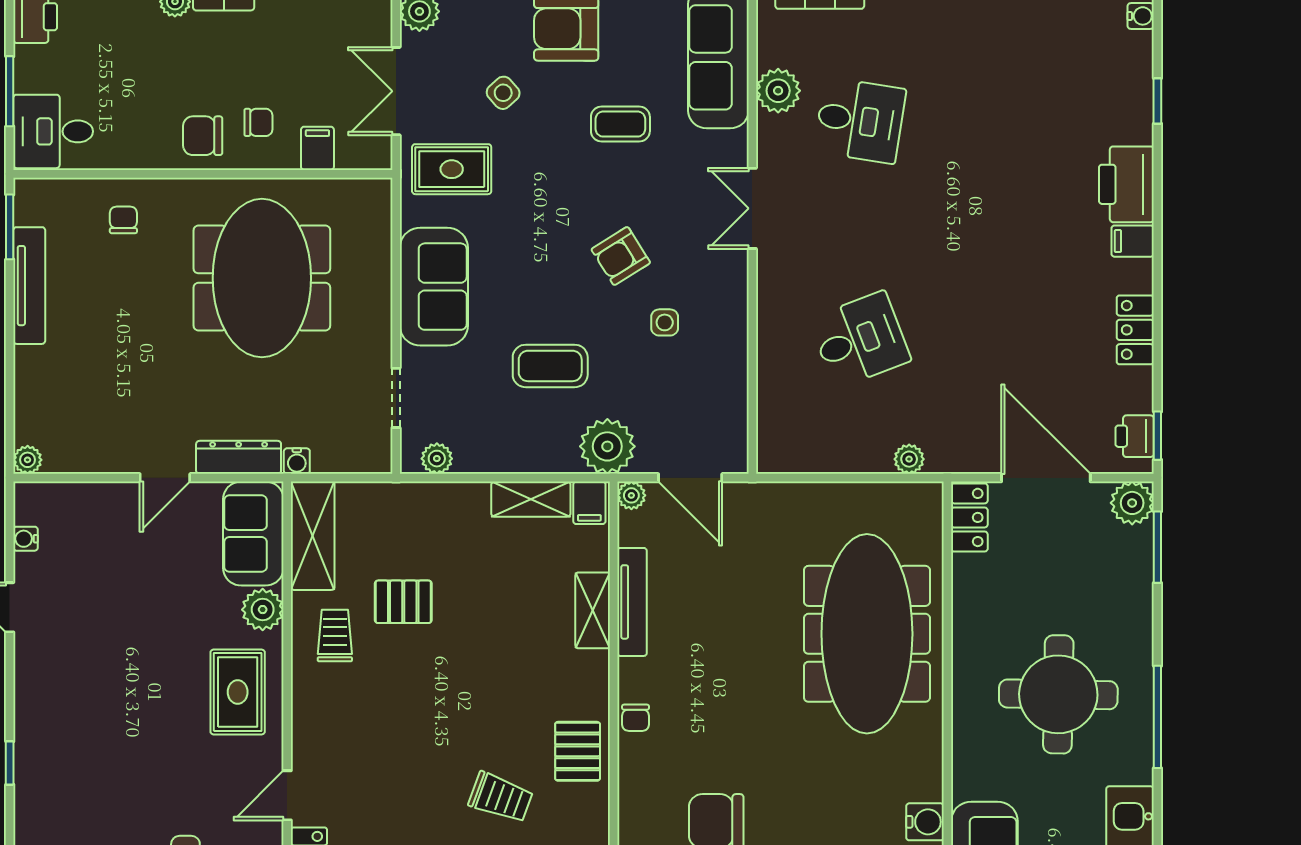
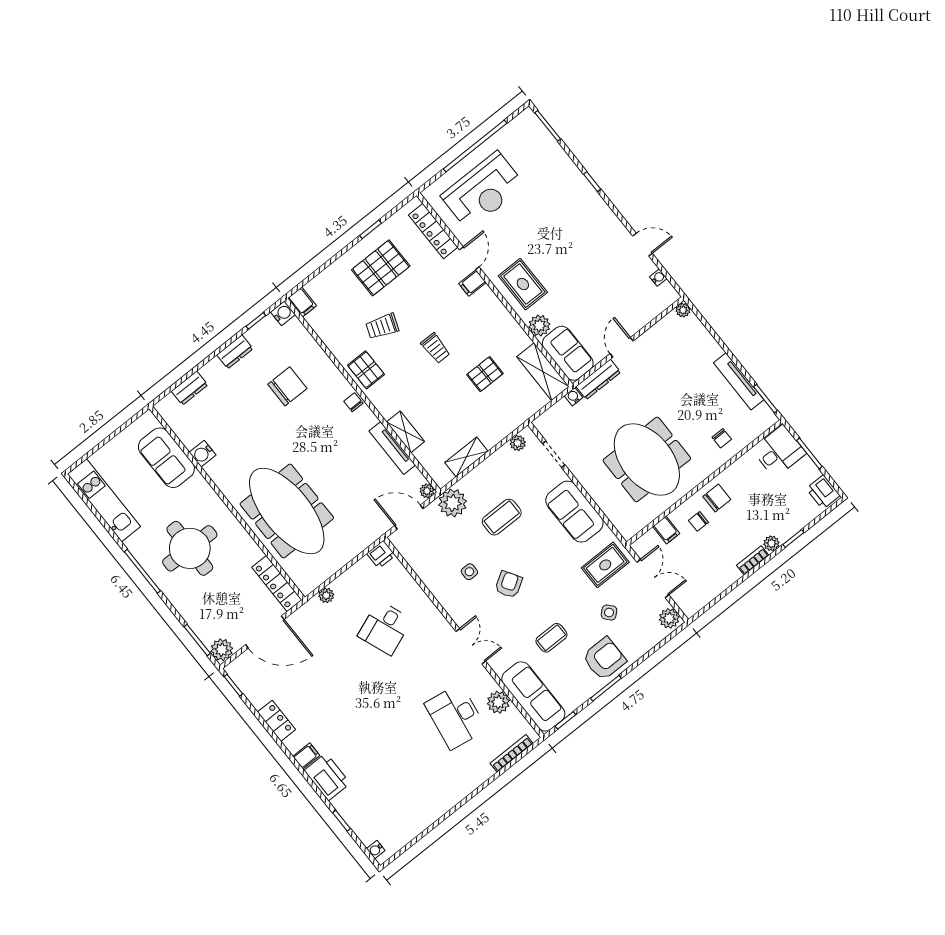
desk: (860, 120) -> (456, 717), width x1.37
printer: (1135, 436) -> (381, 554), moved, turned 90
filing cabinet: (589, 503) -> (472, 283), moved, turned -90
locker: (969, 517) -> (277, 584), width x1.53
trolley: (335, 636) -> (435, 348), moved

